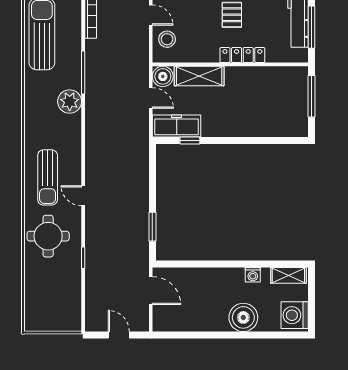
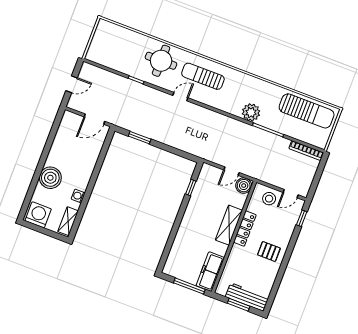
window: (312, 27) -> (239, 305), width x0.69
locker: (242, 55) -> (245, 229), moved
shelving: (199, 76) -> (229, 225), moved
freezer: (177, 126) -> (210, 272), moved, turned 180

